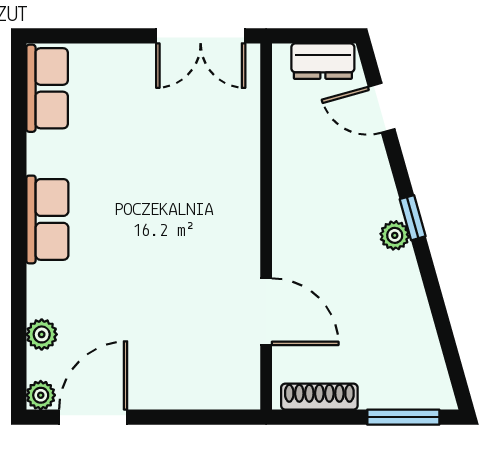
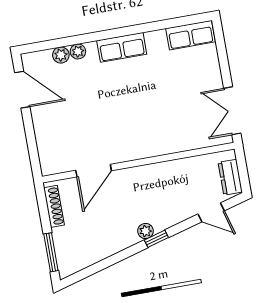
door: (382, 108) -> (211, 212), swing flipped
plant: (41, 395) -> (78, 51), moved

